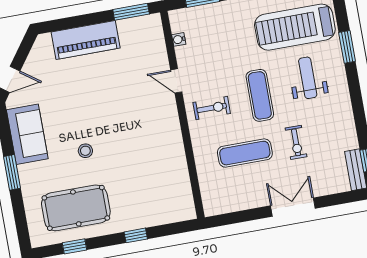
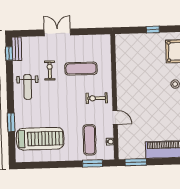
weight bench: (308, 78) -> (28, 87), moved
exercise mat: (260, 95) -> (90, 140), moved
double door: (293, 207) -> (57, 32), swing flipped

